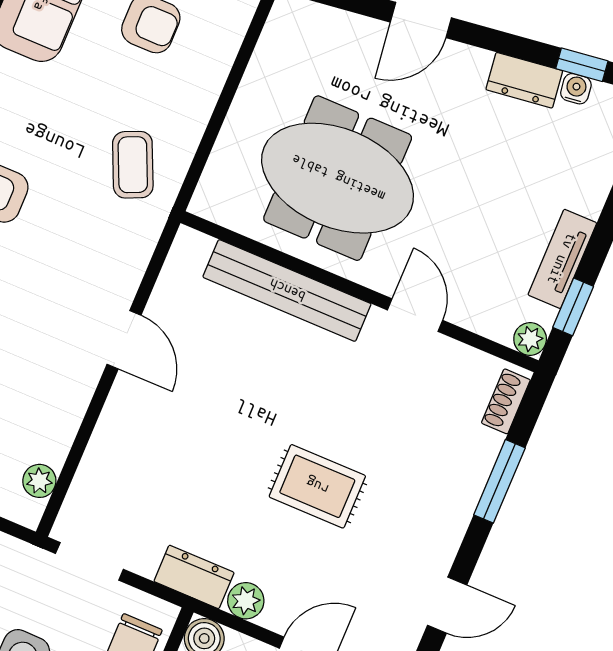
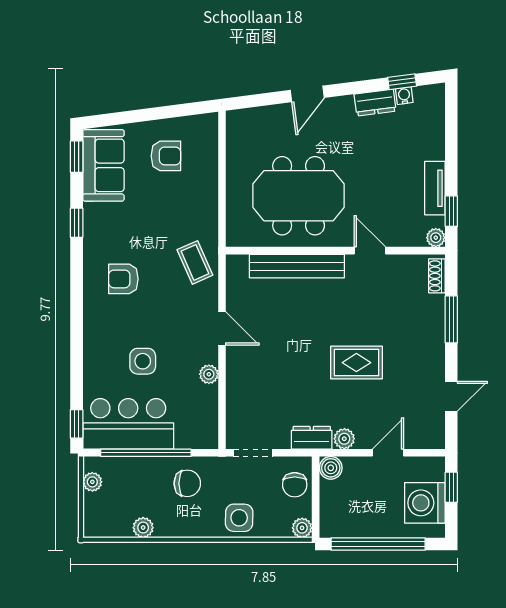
coffee table: (133, 165) -> (195, 262), moved
plant: (39, 481) -> (209, 374), moved

